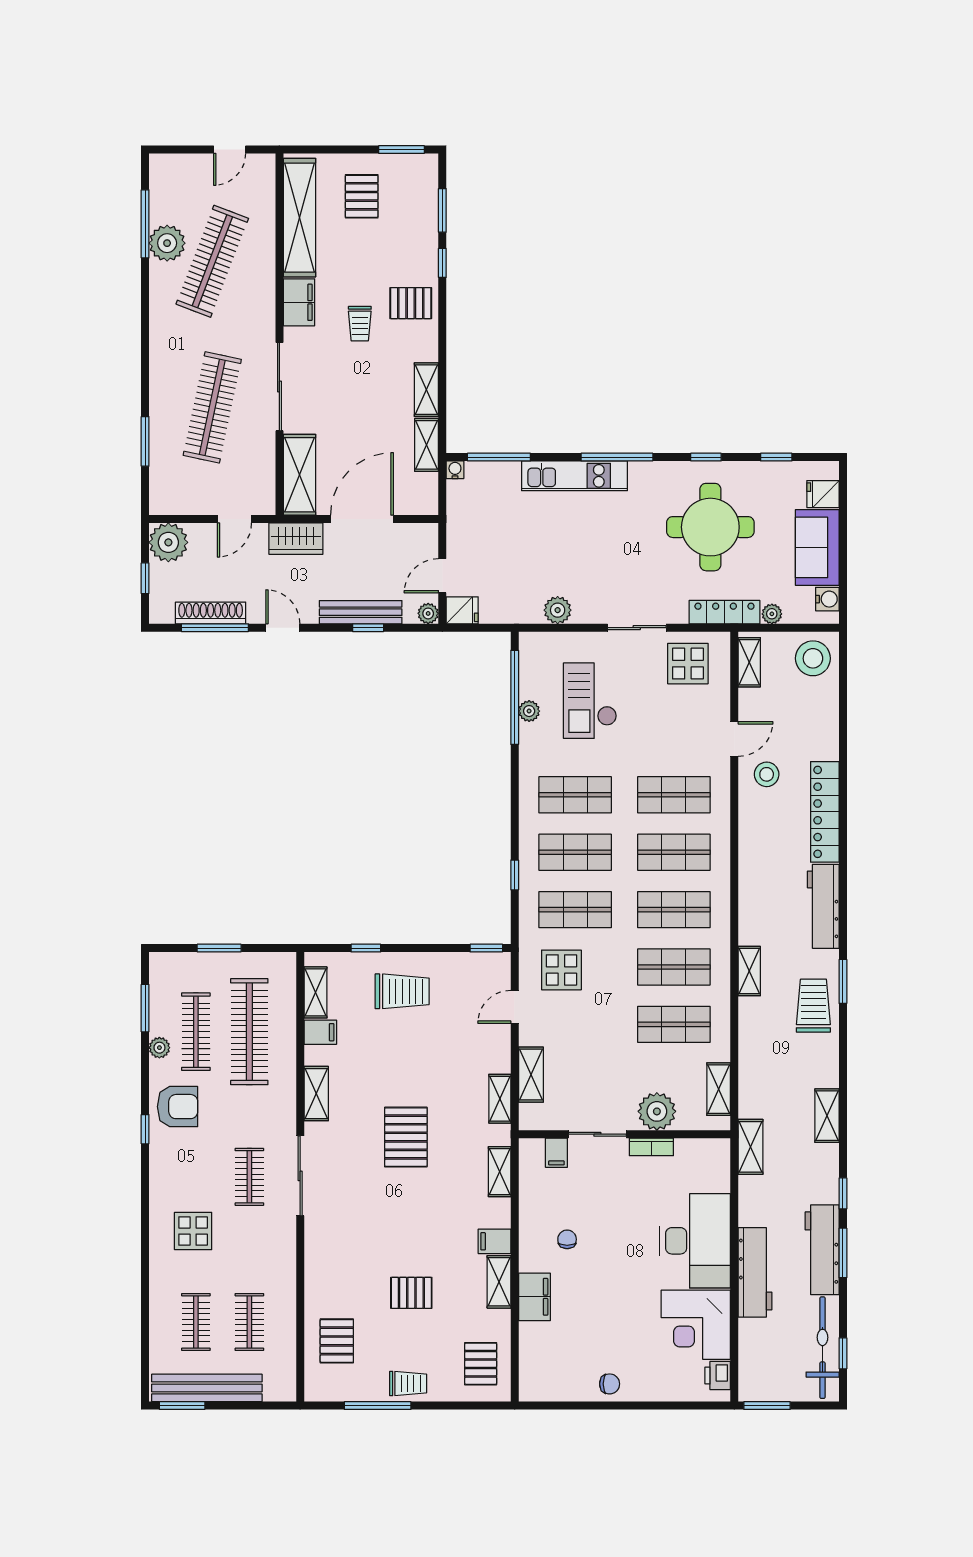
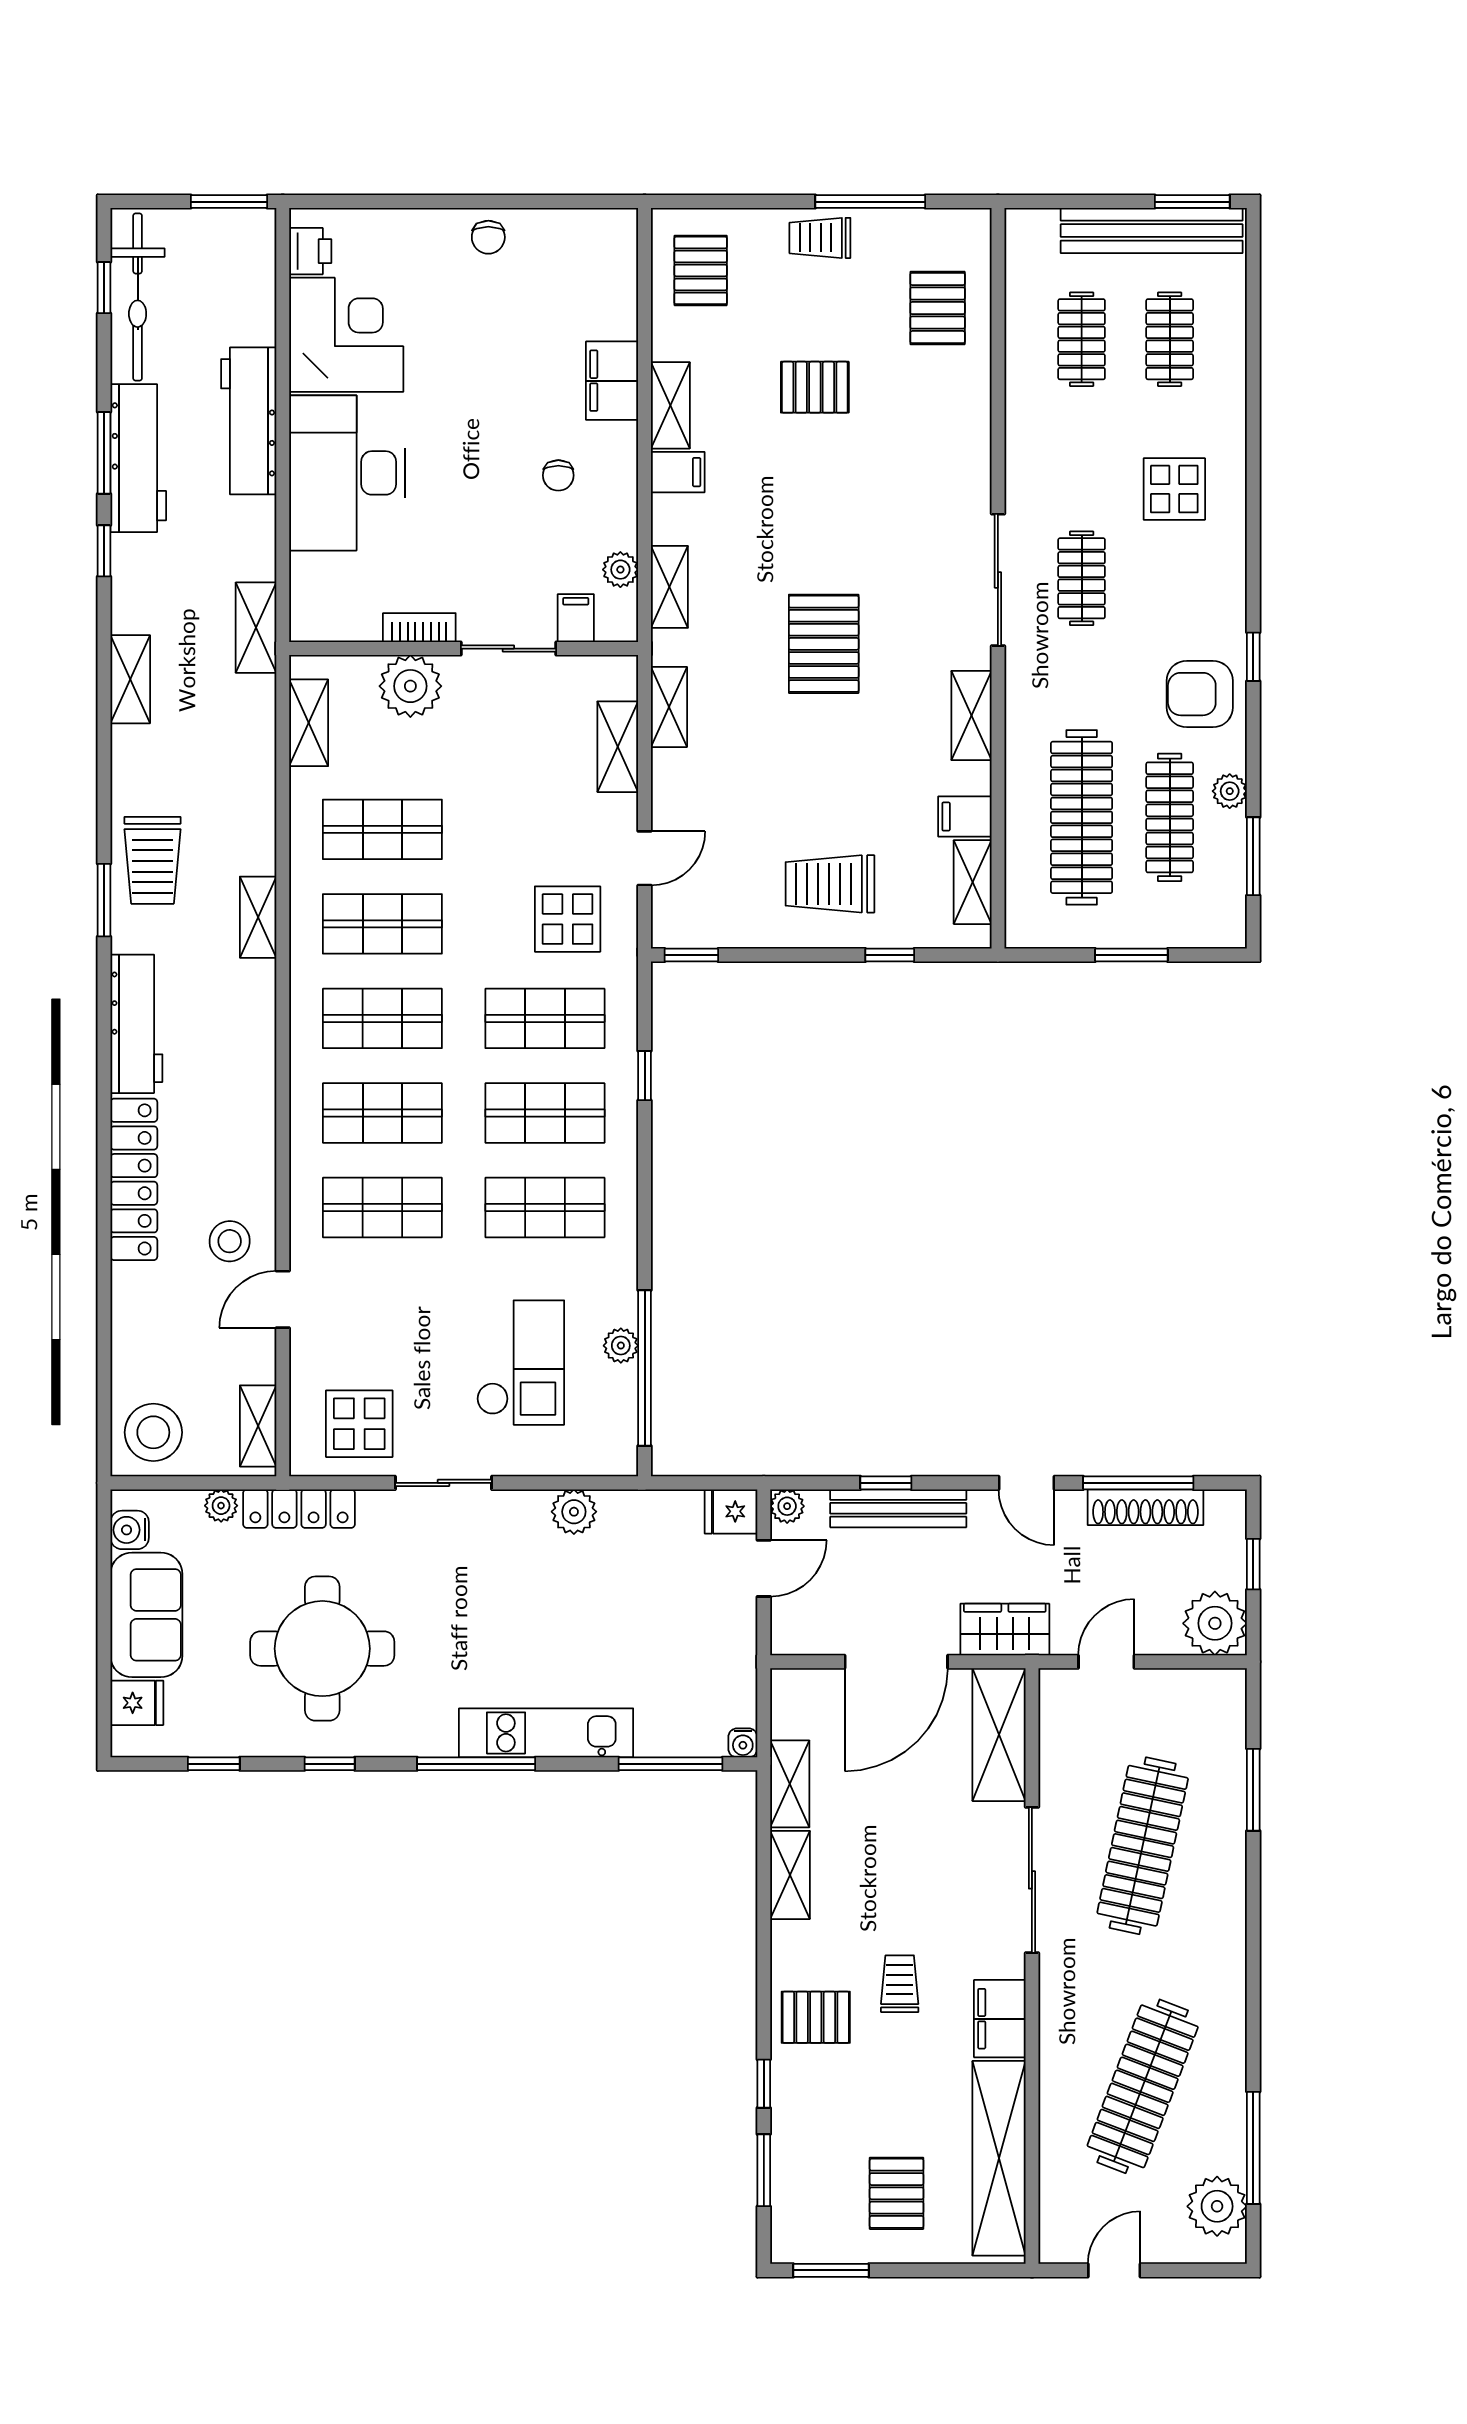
plant: (167, 243) -> (1217, 2206), moved
plant: (529, 1182) -> (620, 570), added
chair: (610, 1384) -> (488, 237), turned -90

